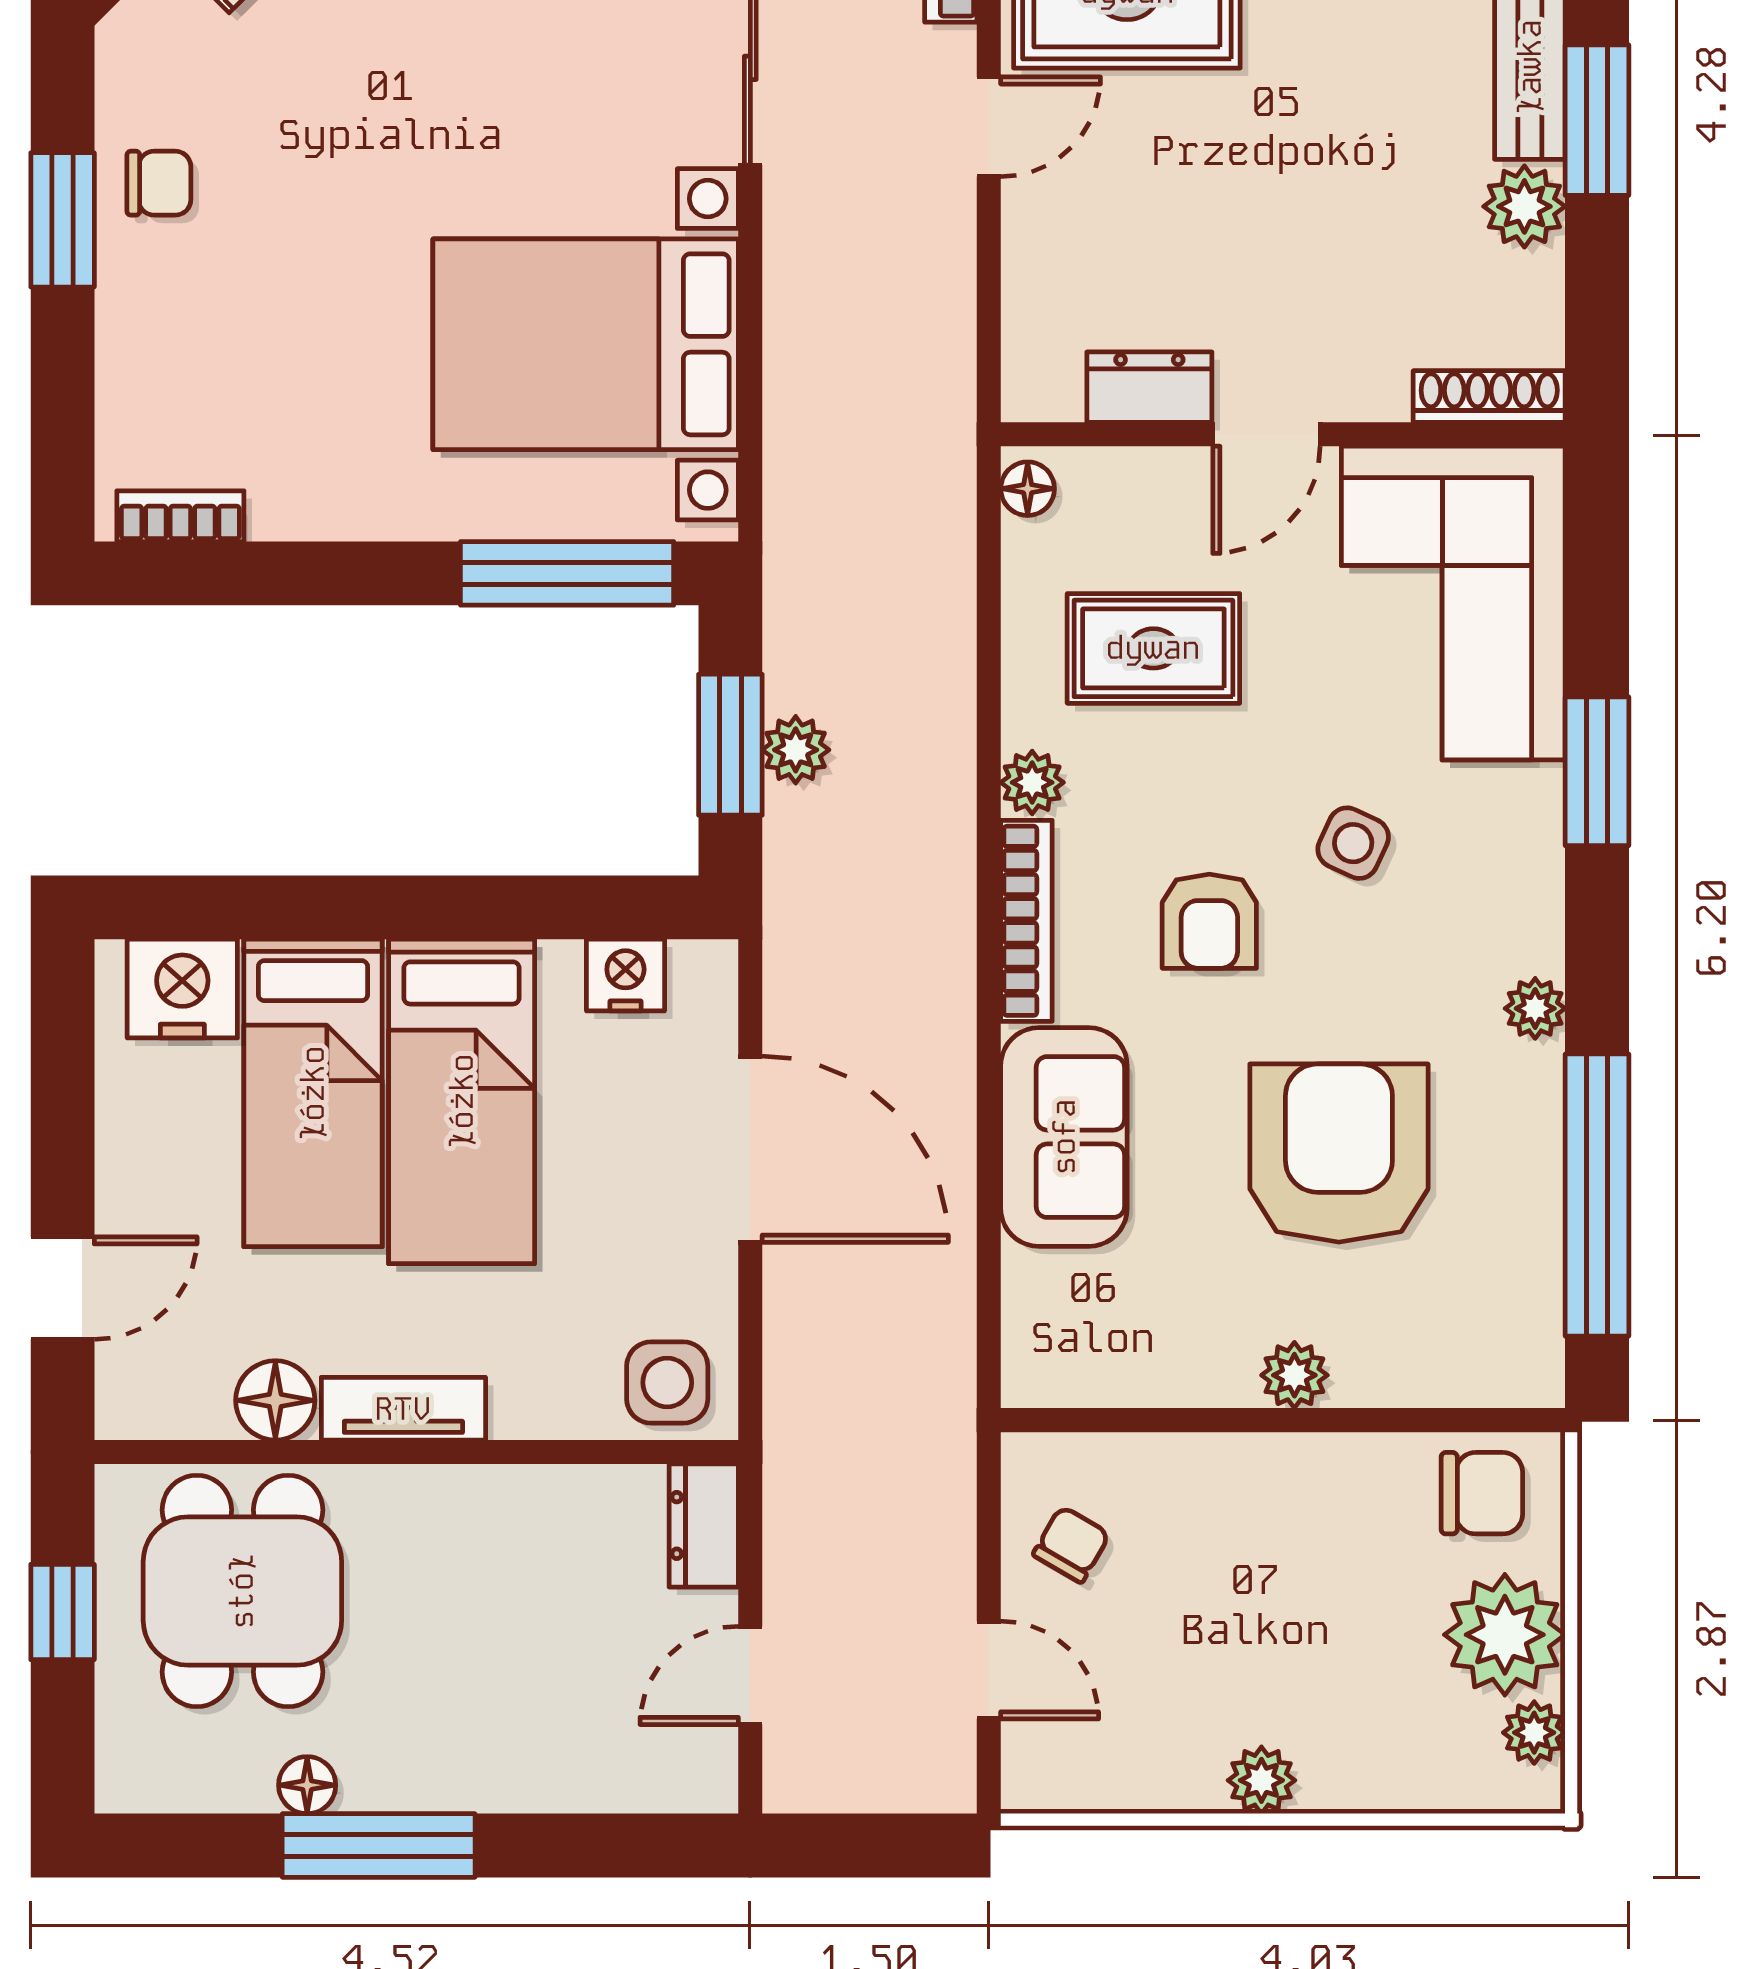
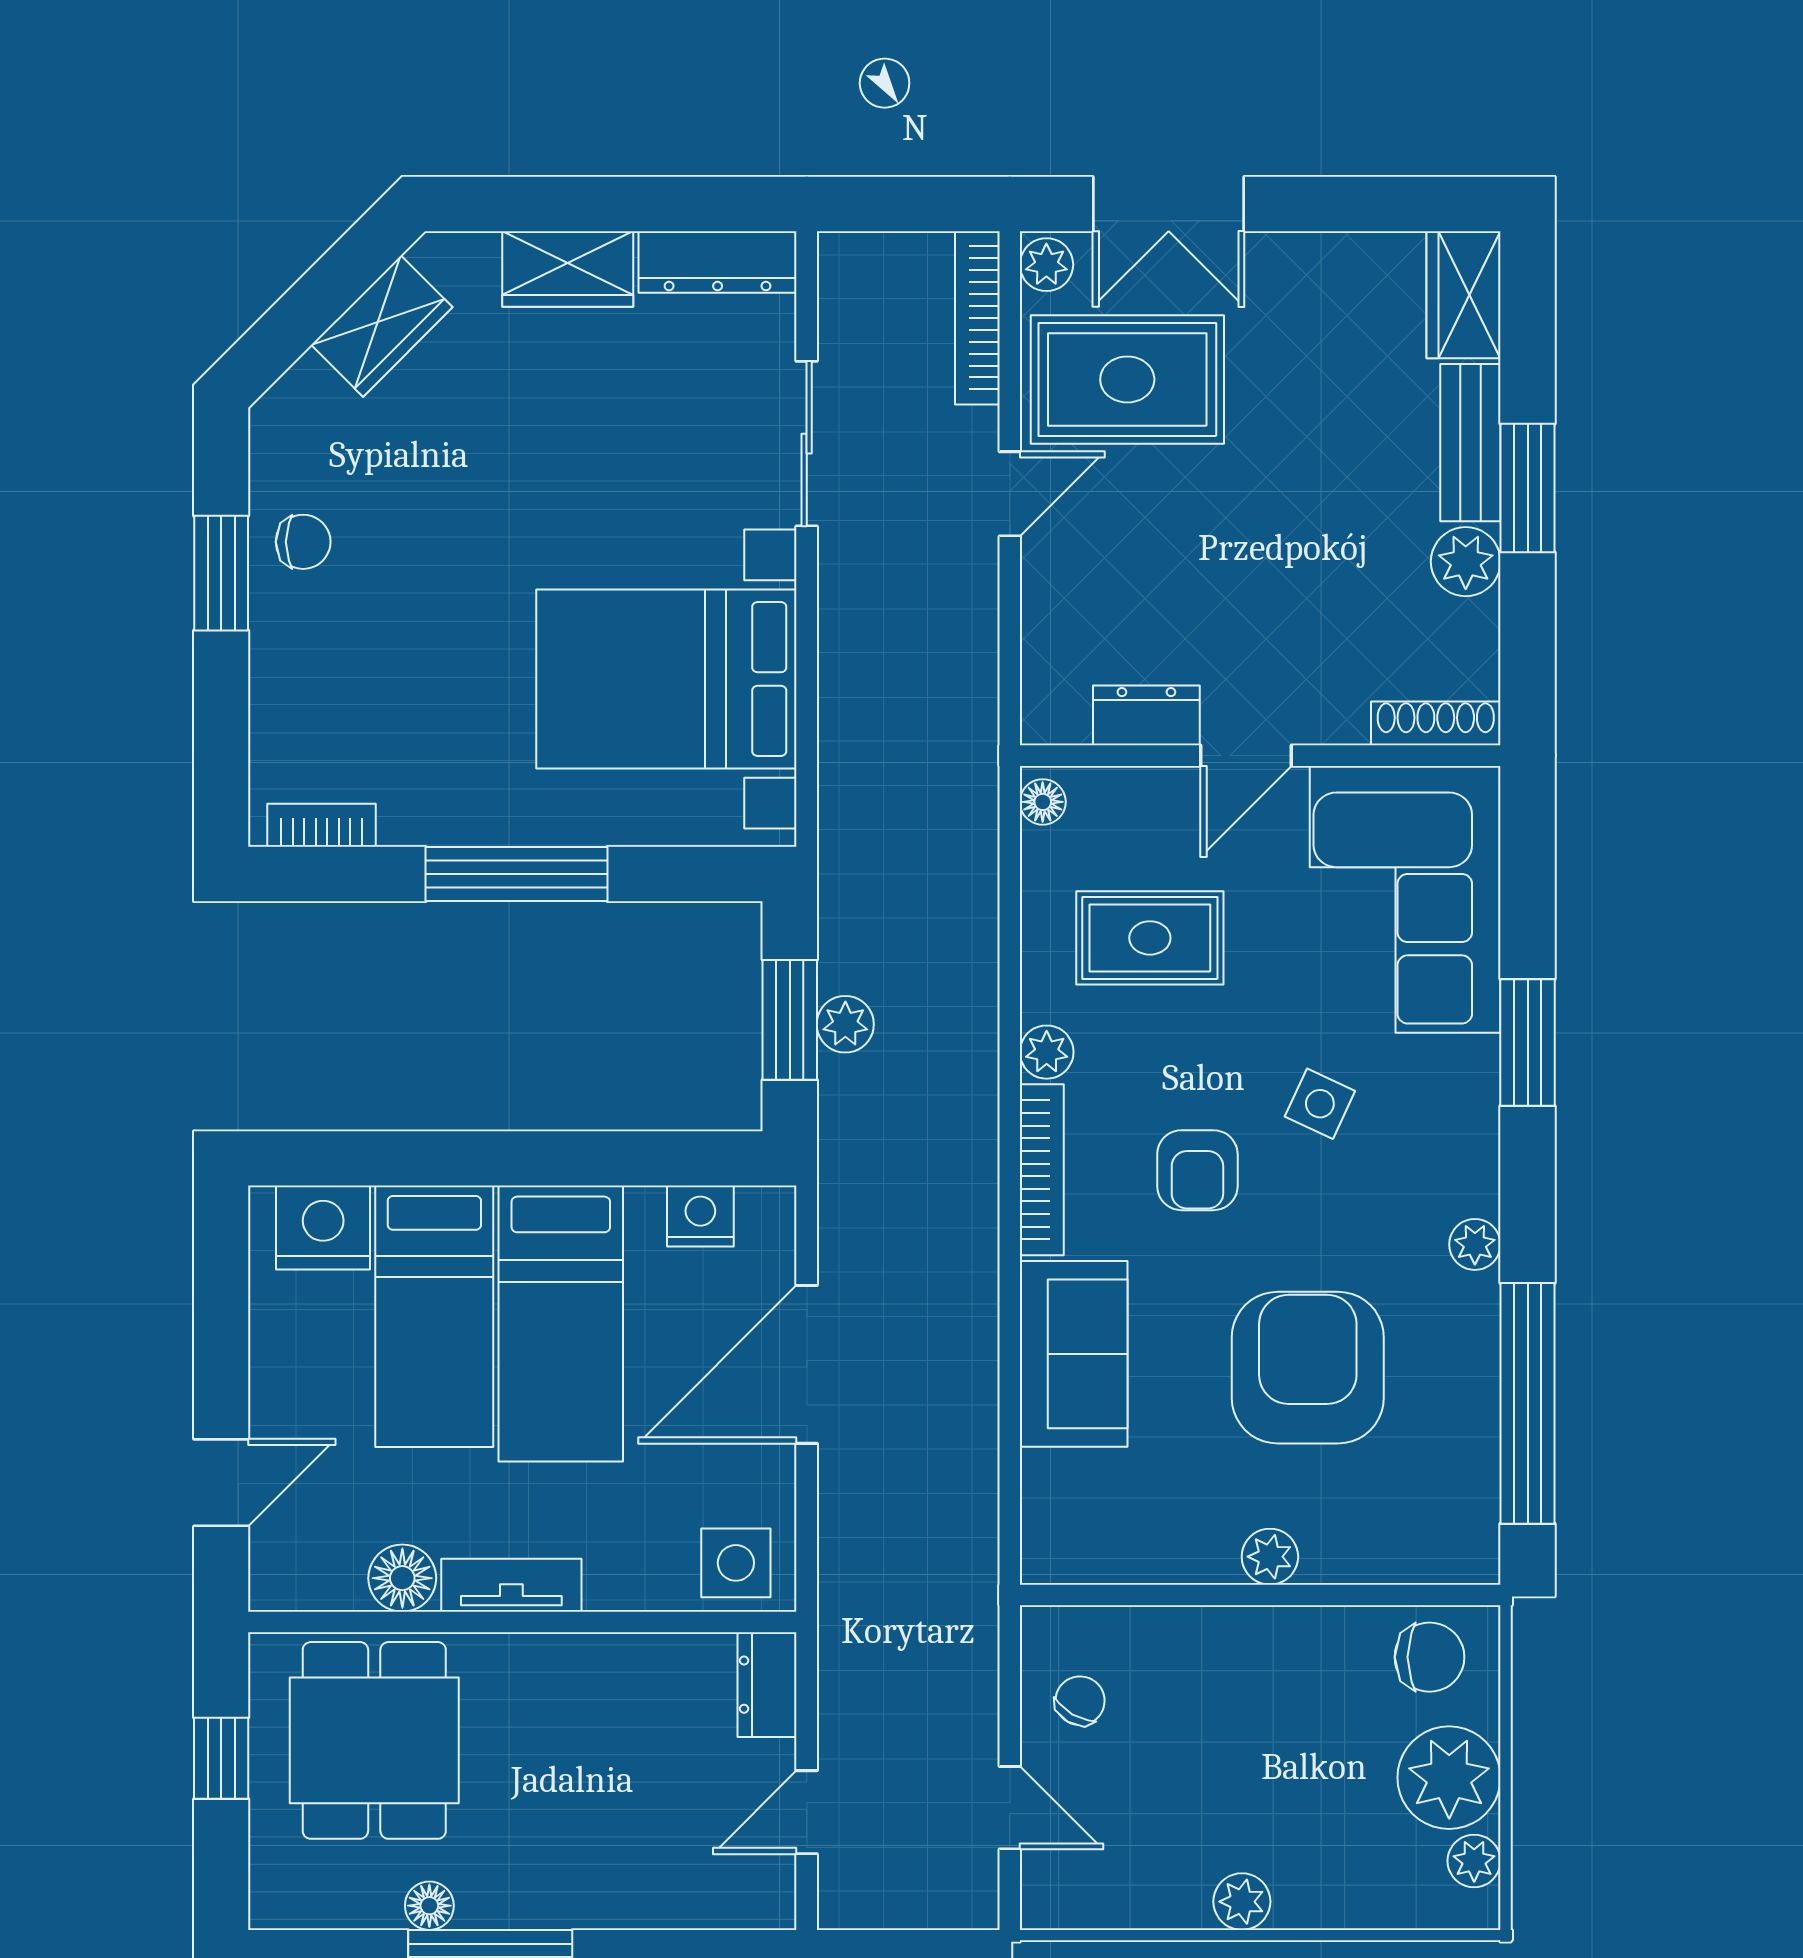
window: (567, 573) -> (516, 874), moved
door: (750, 1149) -> (807, 1364), swing flipped

